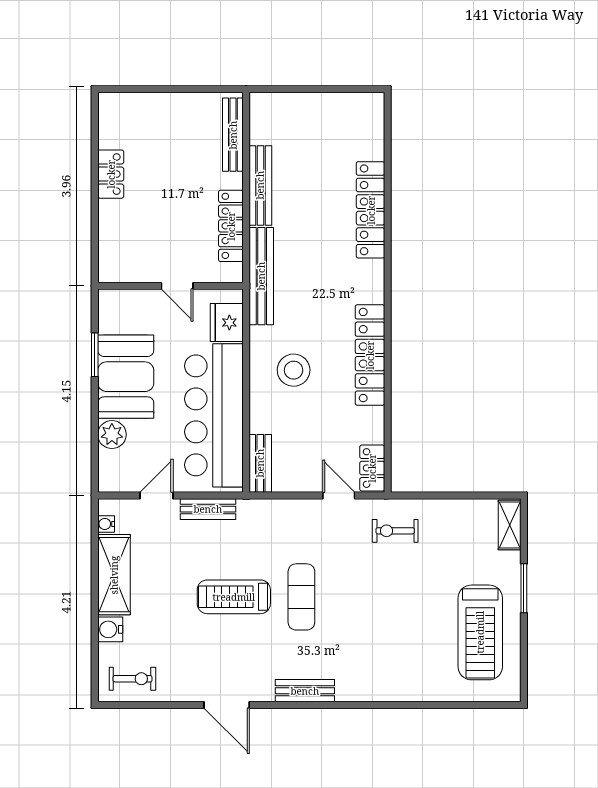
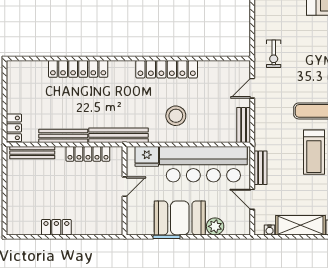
bench: (260, 463) -> (244, 125), moved, turned 90
locker: (372, 468) -> (14, 128), moved, turned -90

